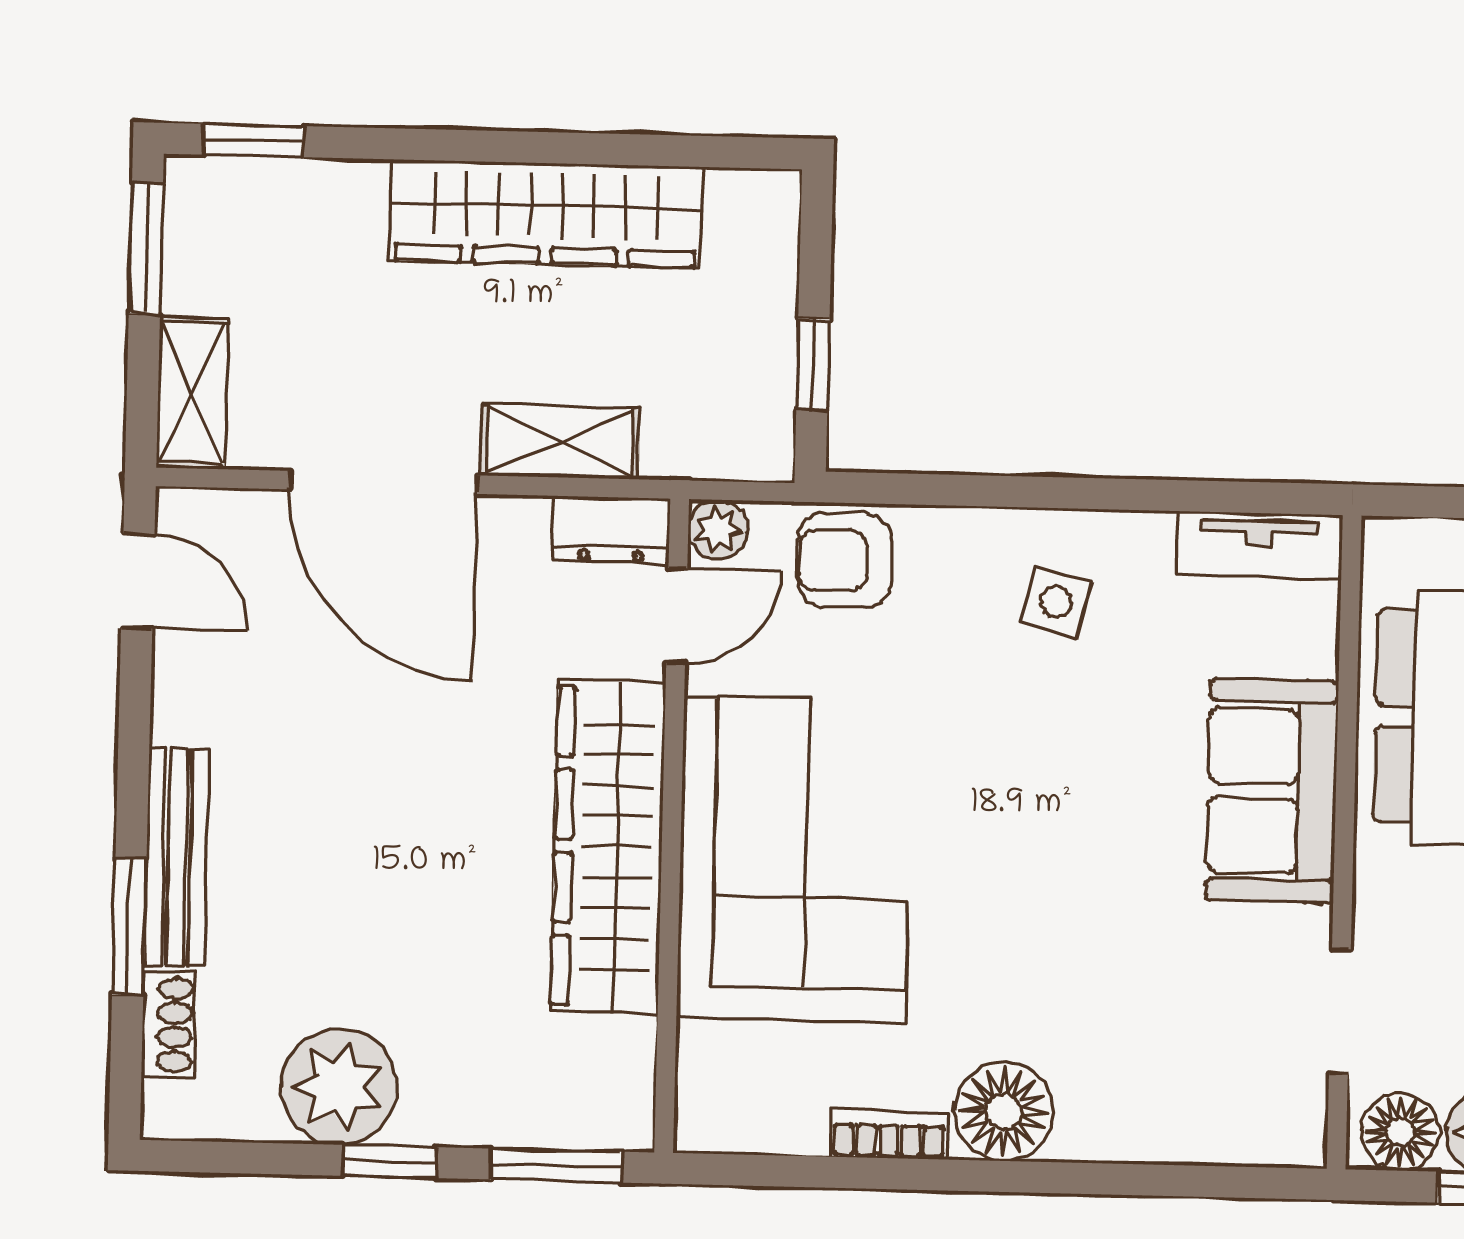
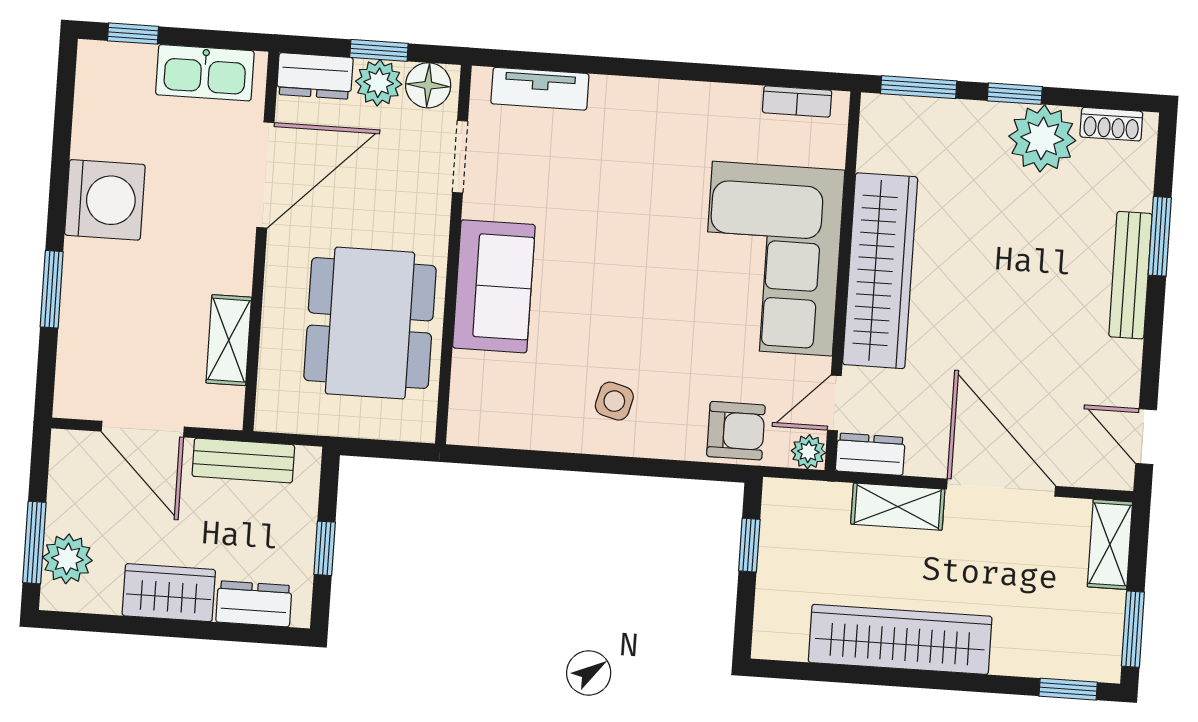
tv unit: (1259, 545) -> (540, 89), moved, turned 180
shoe rack: (168, 1025) -> (1111, 124), moved, turned -90
floor lamp: (1004, 1112) -> (658, 107), removed
bookcase: (889, 1135) -> (797, 101), moved

